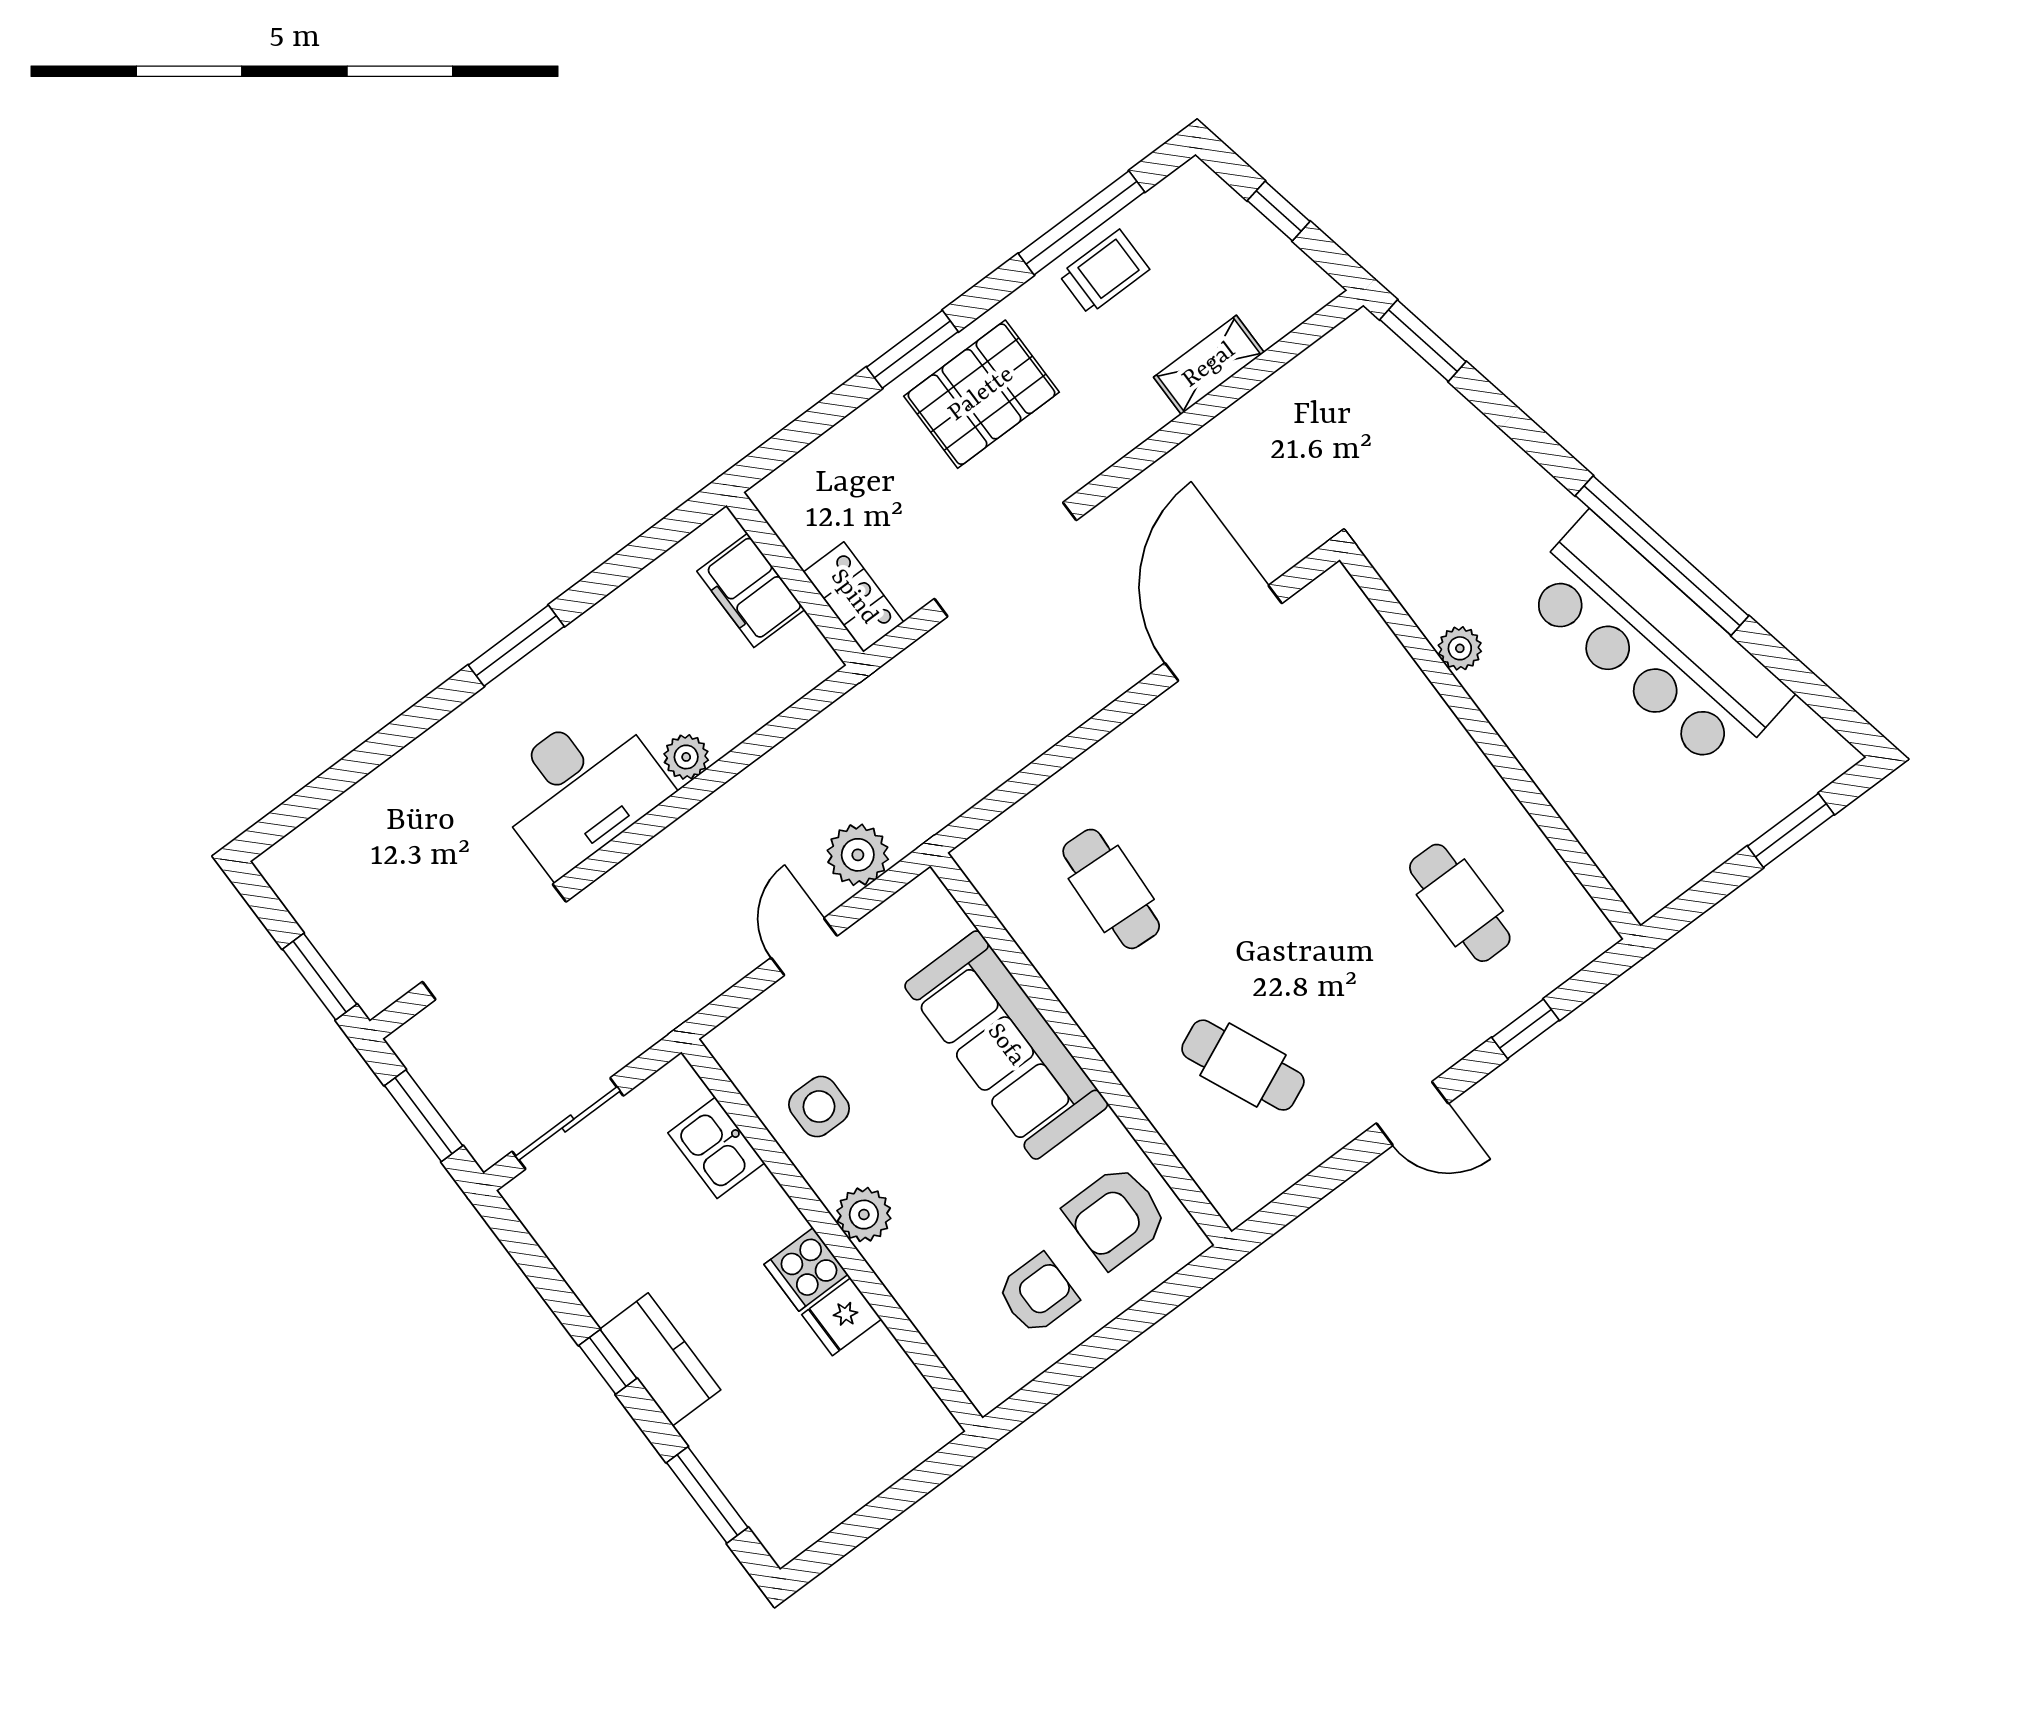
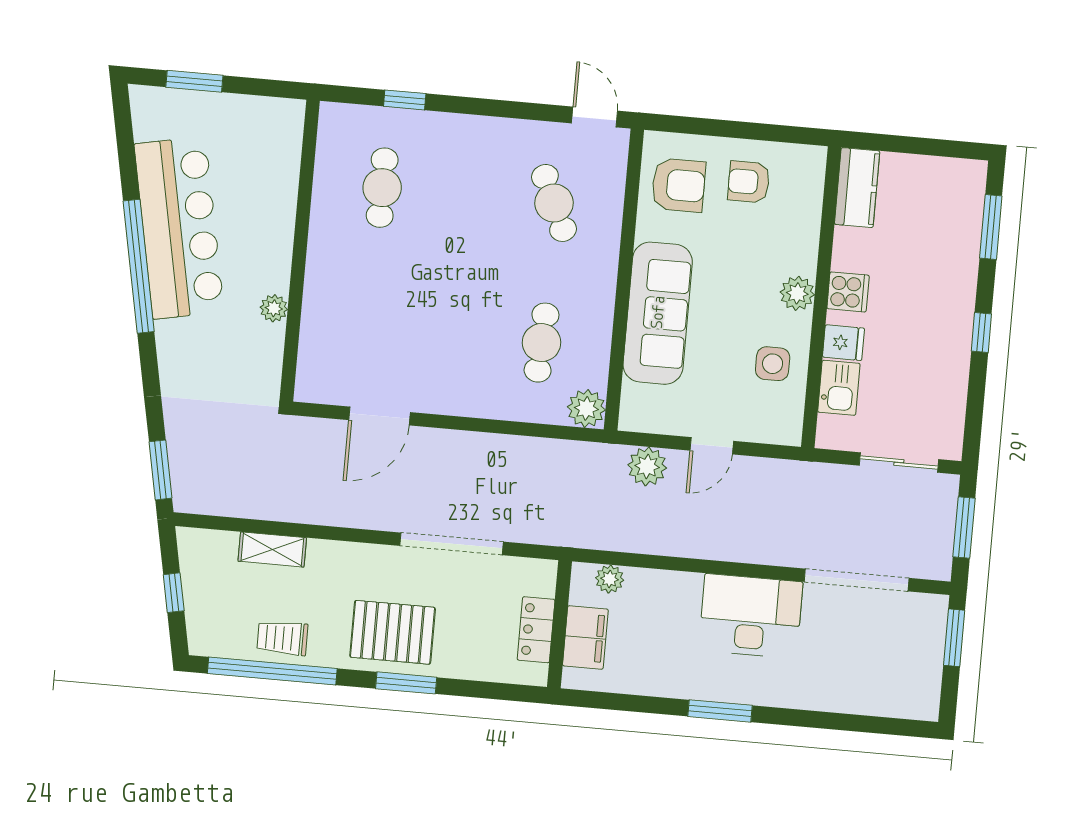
window: (1082, 223) -> (272, 671), width x1.46
locker: (854, 597) -> (536, 630), moved
door: (1223, 633) -> (380, 416), width x0.73
plant: (686, 757) -> (610, 579), moved
plant: (990, 859) -> (586, 408), added
door: (1412, 1113) -> (595, 117), moved
fridge: (842, 1317) -> (843, 343), moved
kitchen counter: (660, 1359) -> (857, 188), moved, turned 180

